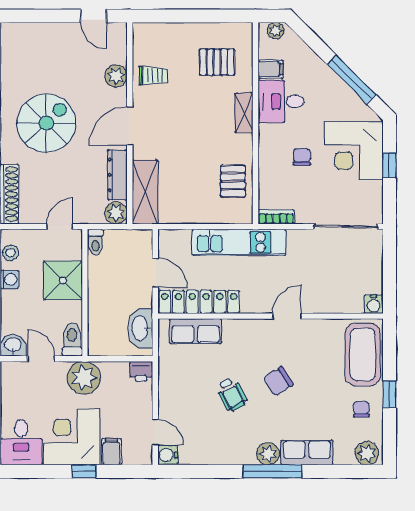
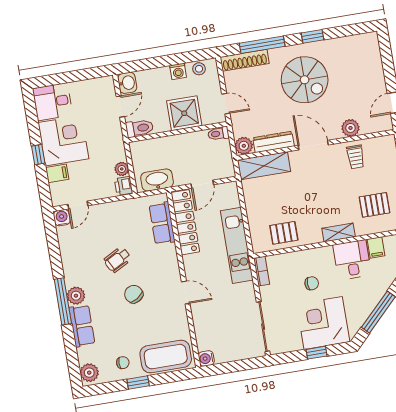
pallet: (217, 62) -> (374, 205), turned 90
plant: (84, 378) -> (122, 169), moved, width x0.53, depth x0.53

